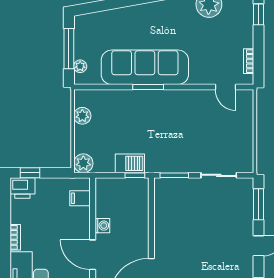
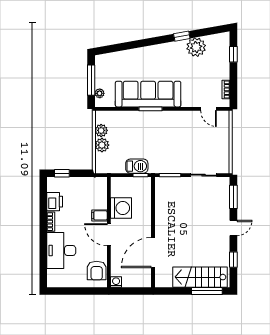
plant: (83, 163) -> (102, 145), moved
printer: (22, 188) -> (55, 202), moved, turned -90
filing cabinet: (80, 198) -> (99, 215), moved
washing machine: (102, 226) -> (121, 208), width x1.89, depth x1.89

